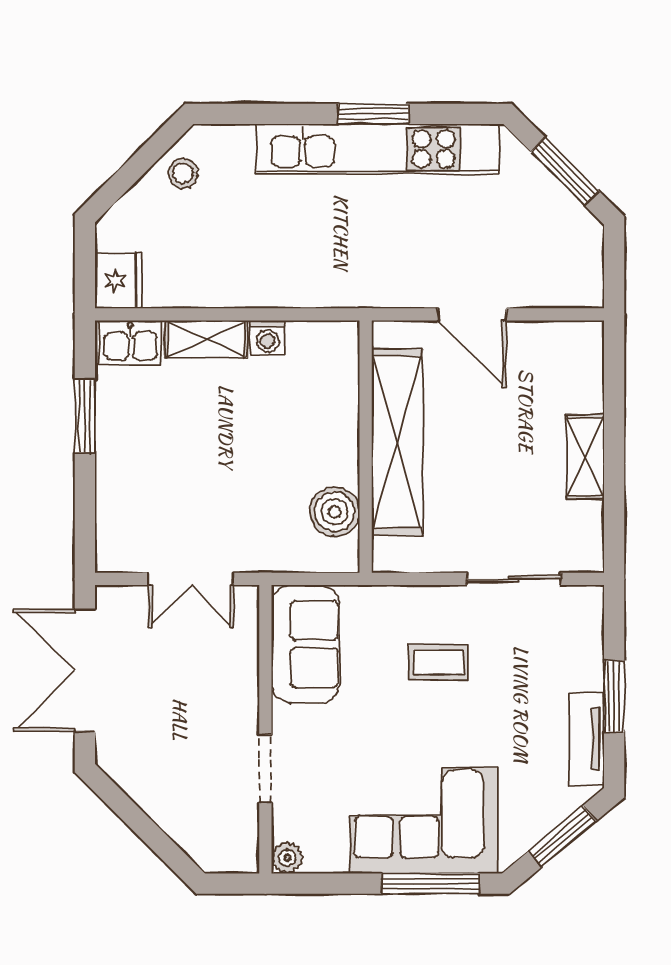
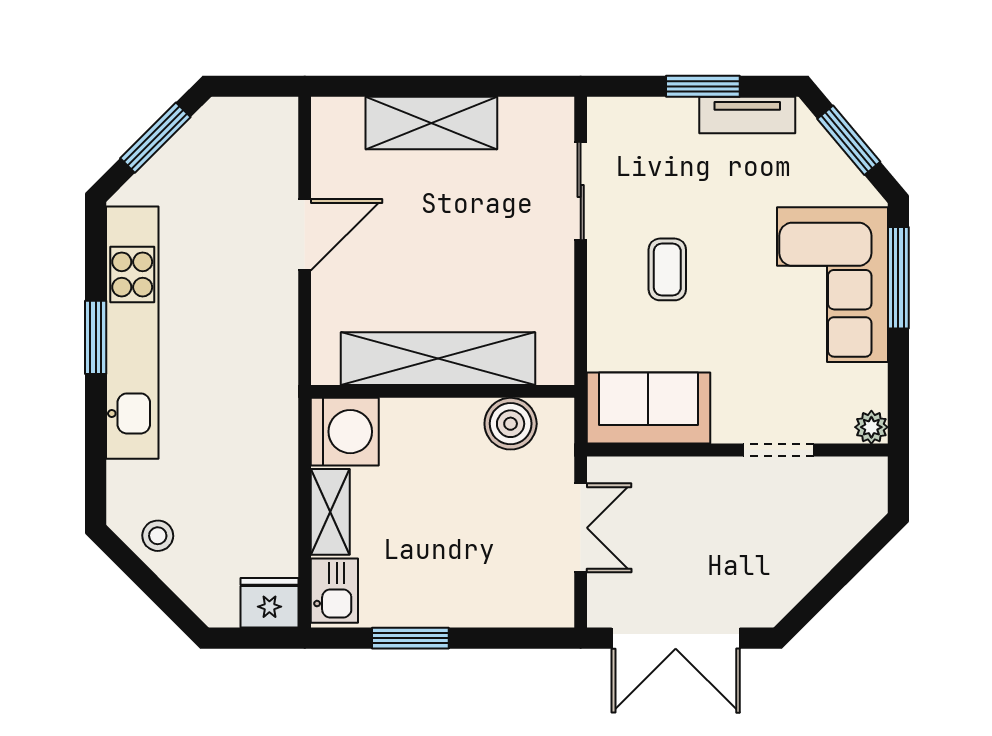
washing machine: (268, 338) -> (345, 432), width x1.89, depth x1.89
shelving: (397, 442) -> (438, 359), moved
wall: (366, 447) -> (443, 391), moved
shelving: (585, 457) -> (431, 123), width x1.50, depth x1.33
boiler: (335, 512) -> (511, 424), moved

